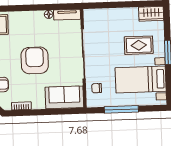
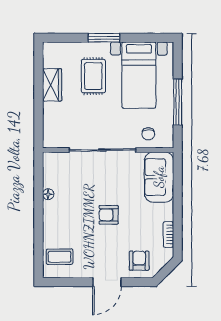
wardrobe: (151, 14) -> (52, 85), moved
tv unit: (67, 15) -> (49, 170), removed
armchair: (35, 60) -> (109, 215), width x0.53, depth x0.53

